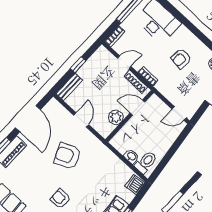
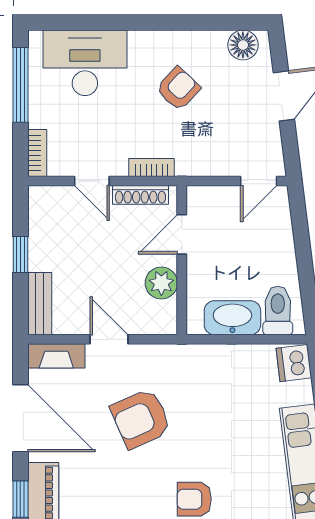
armchair: (181, 58) -> (178, 89), turned -143
door: (124, 62) -> (92, 181), swing flipped
fireplace: (59, 109) -> (56, 356), added
washbasin: (131, 157) -> (232, 318), width x1.91, depth x1.45

